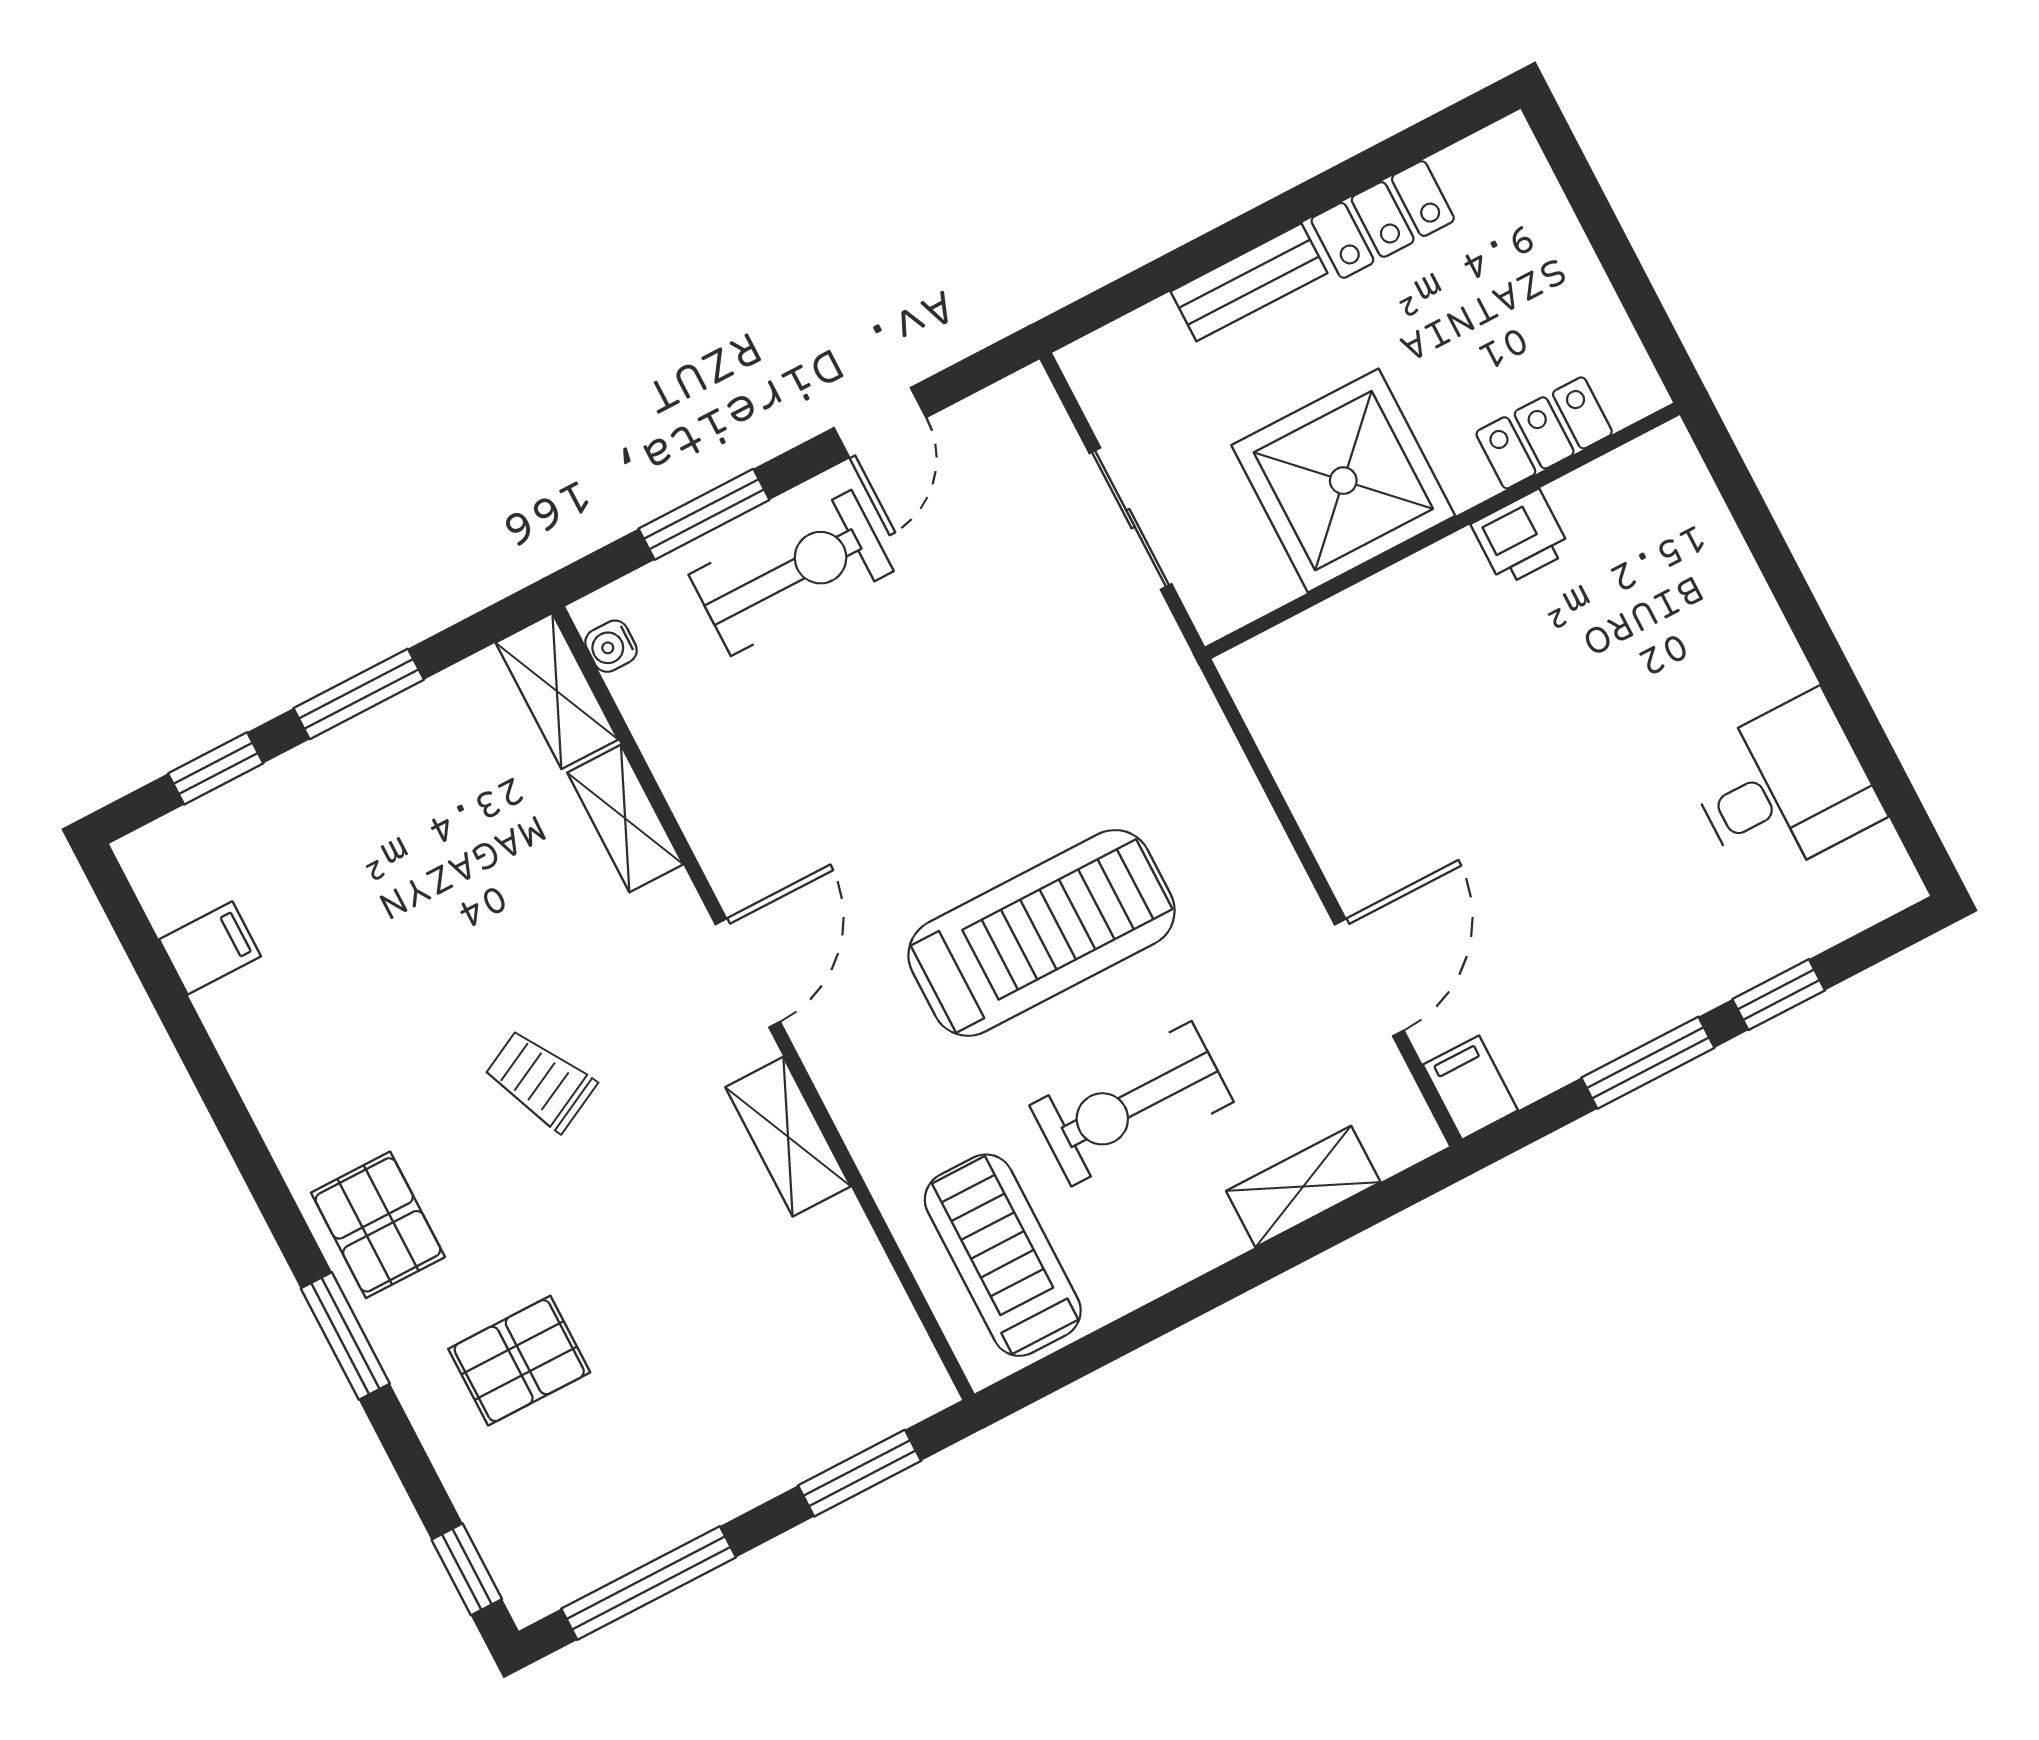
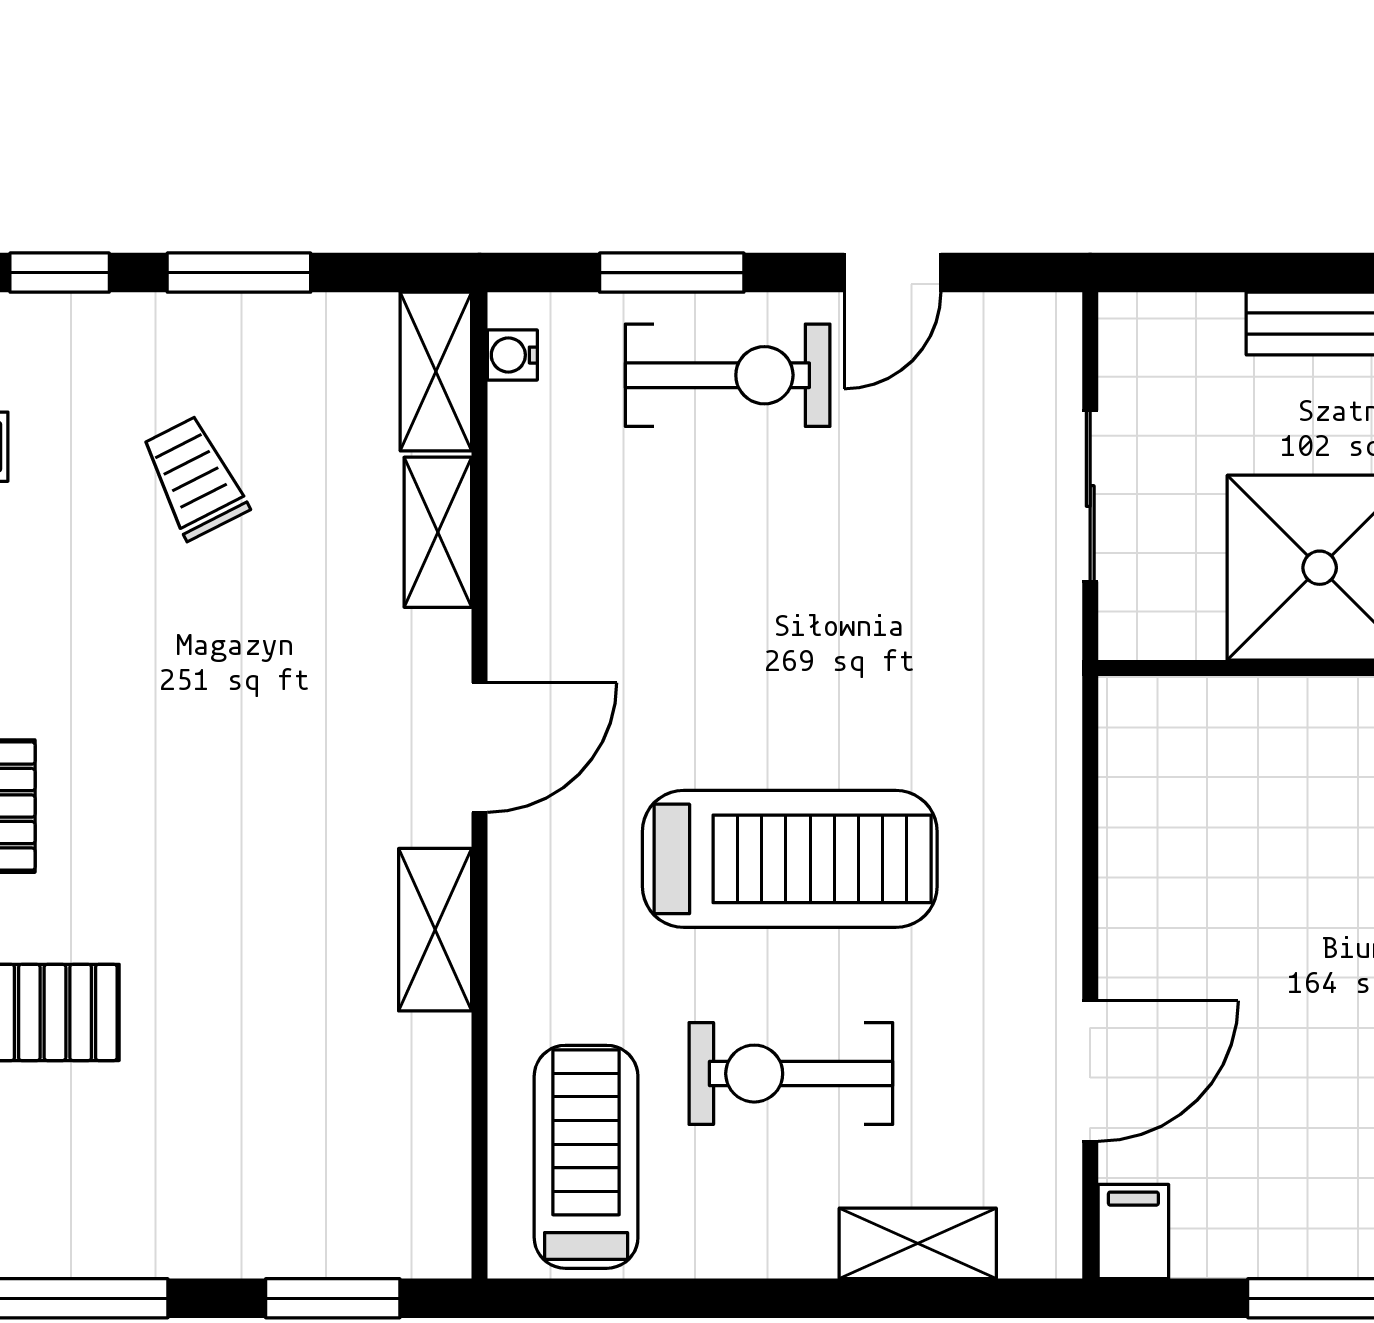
trolley: (540, 1080) -> (194, 478), moved

